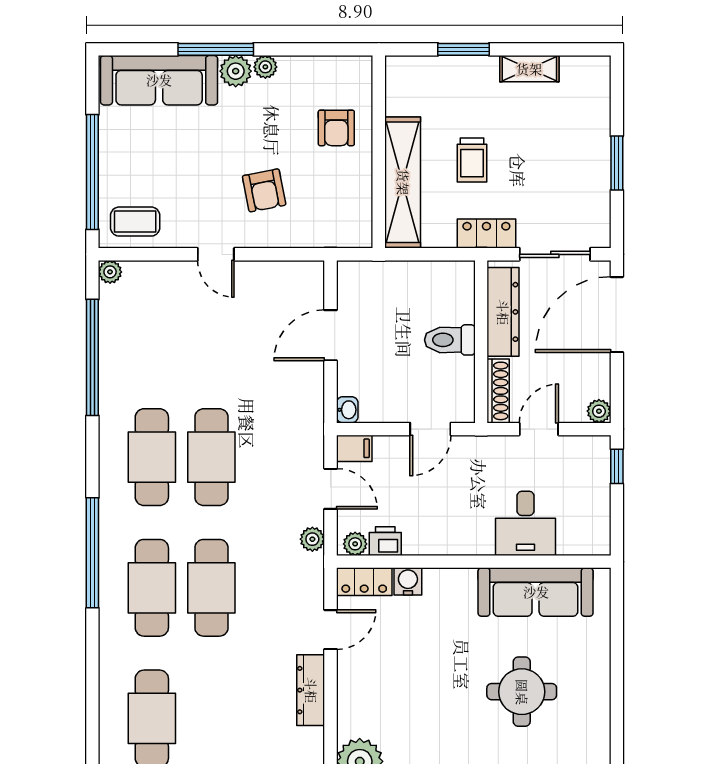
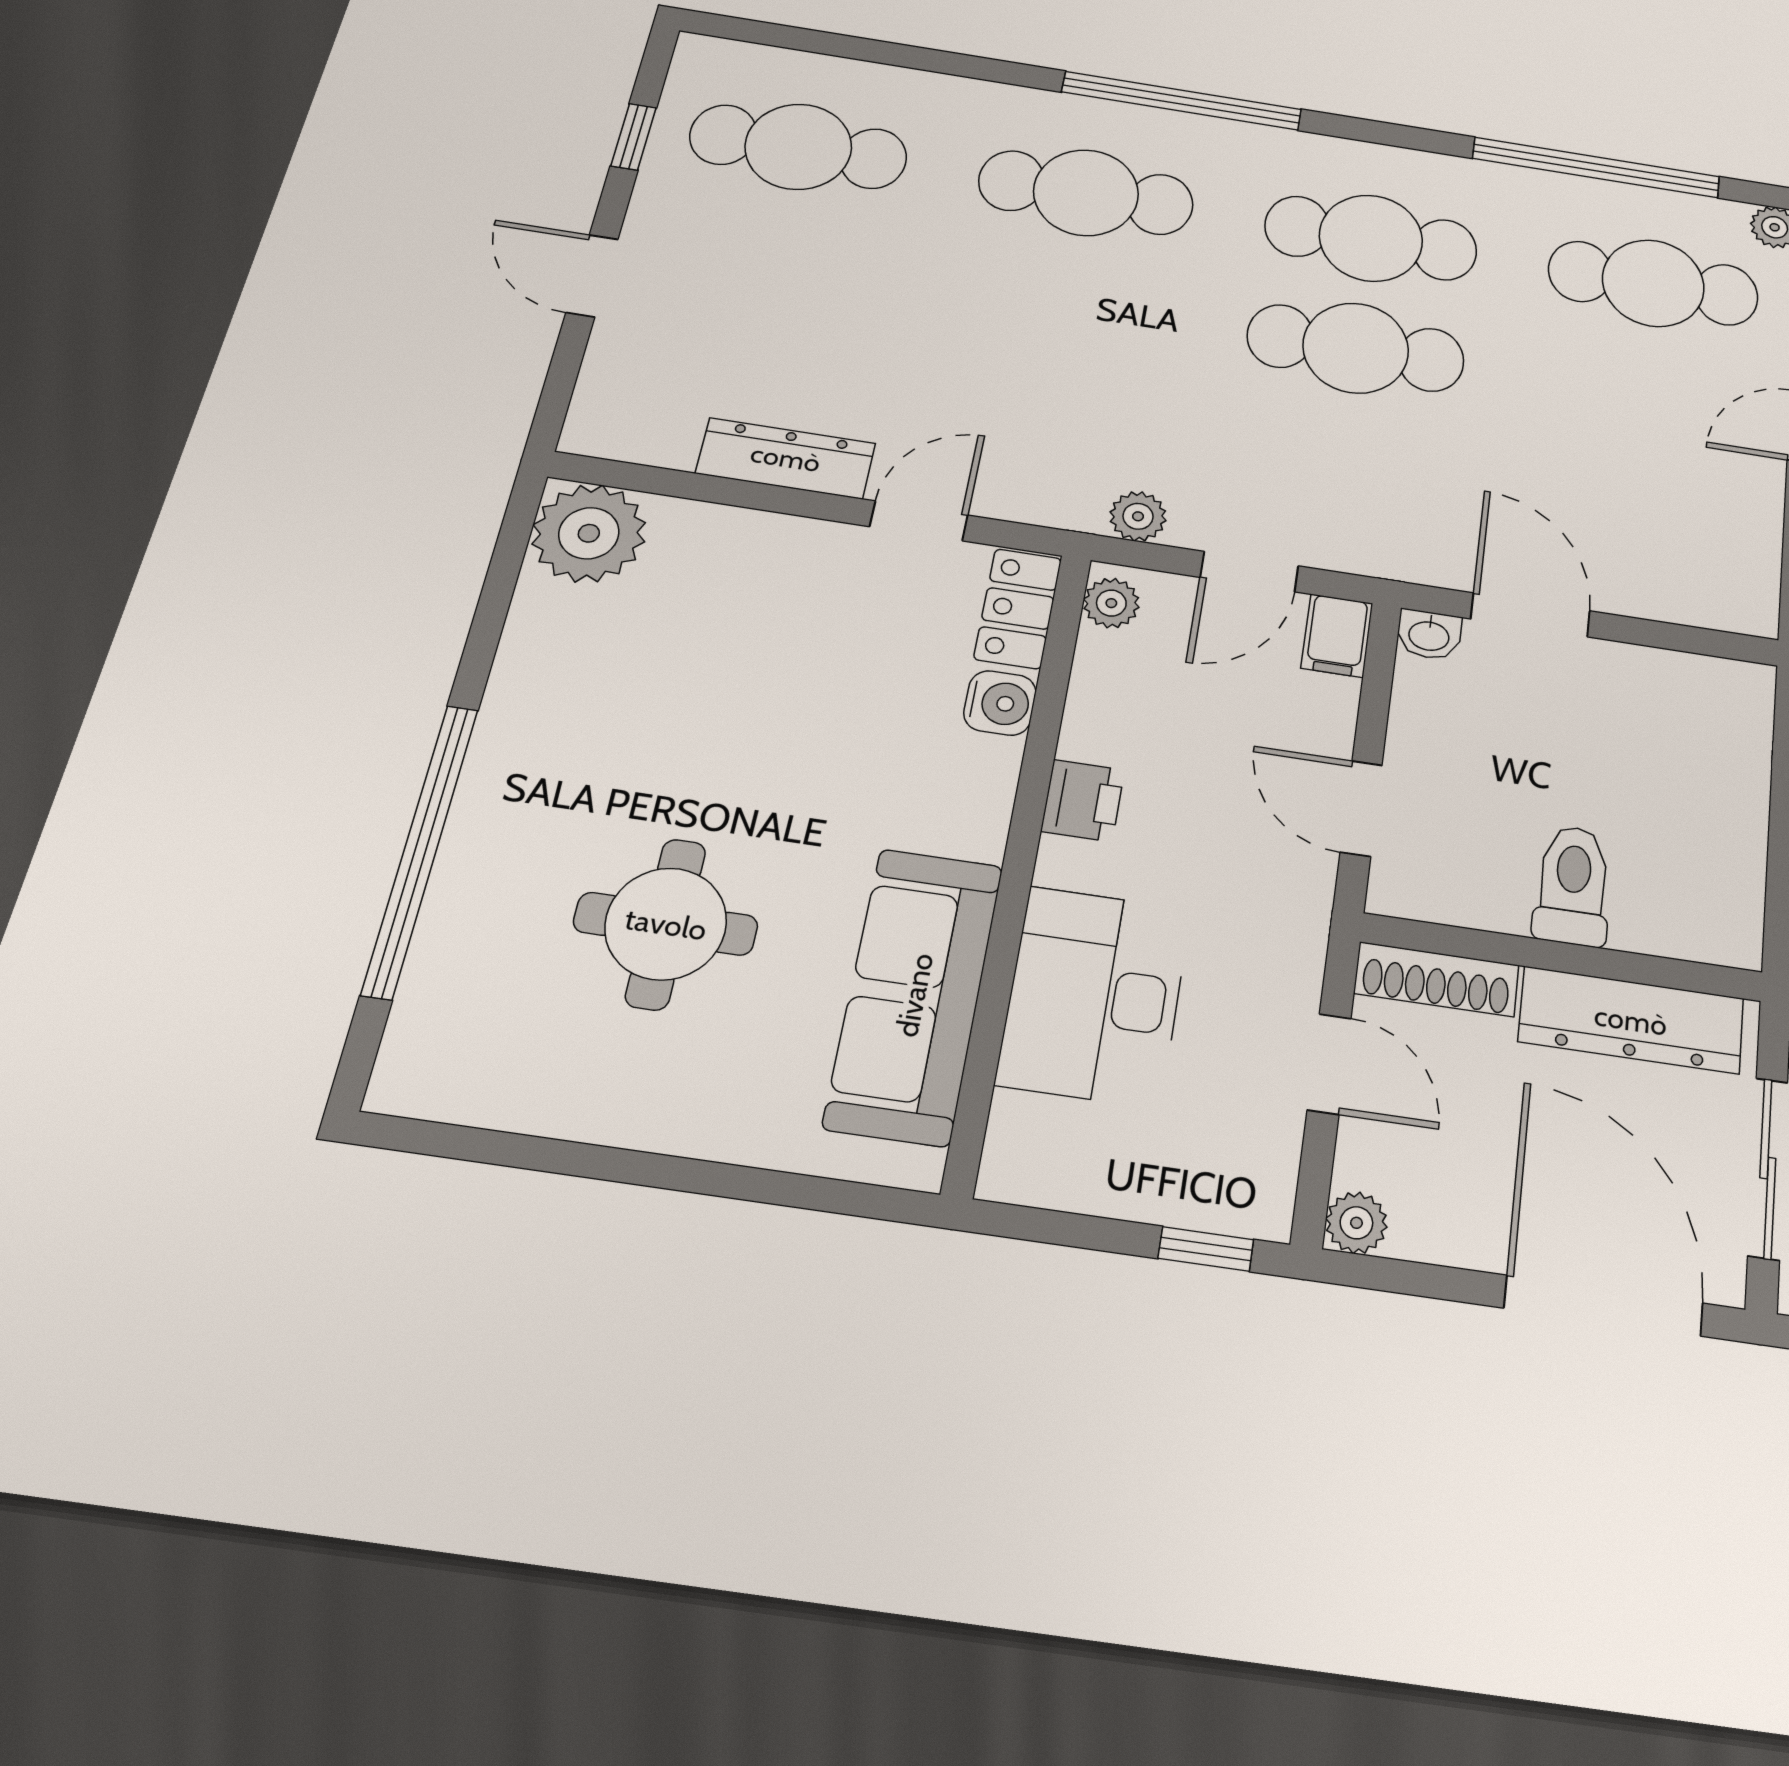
door: (331, 335) -> (1530, 615), moved
desk: (525, 523) -> (1094, 996), width x1.37
printer: (385, 541) -> (1083, 801), moved
cafe table: (211, 588) -> (1653, 283), moved
door: (331, 630) -> (919, 521), swing flipped

